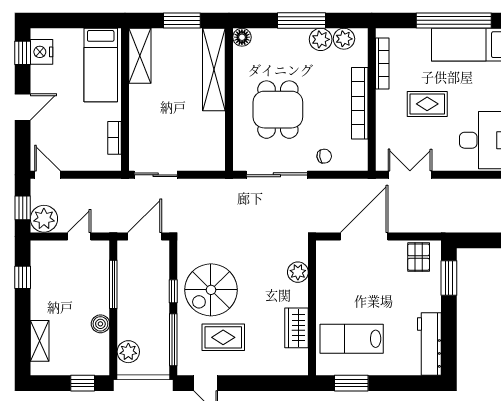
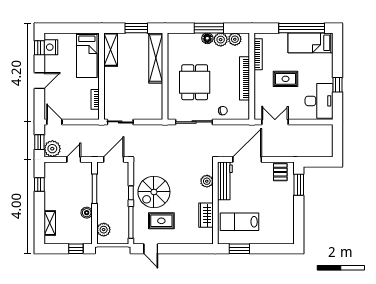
floor lamp: (242, 37) -> (207, 38), moved
workbench: (429, 344) -> (225, 181), moved, turned 180

